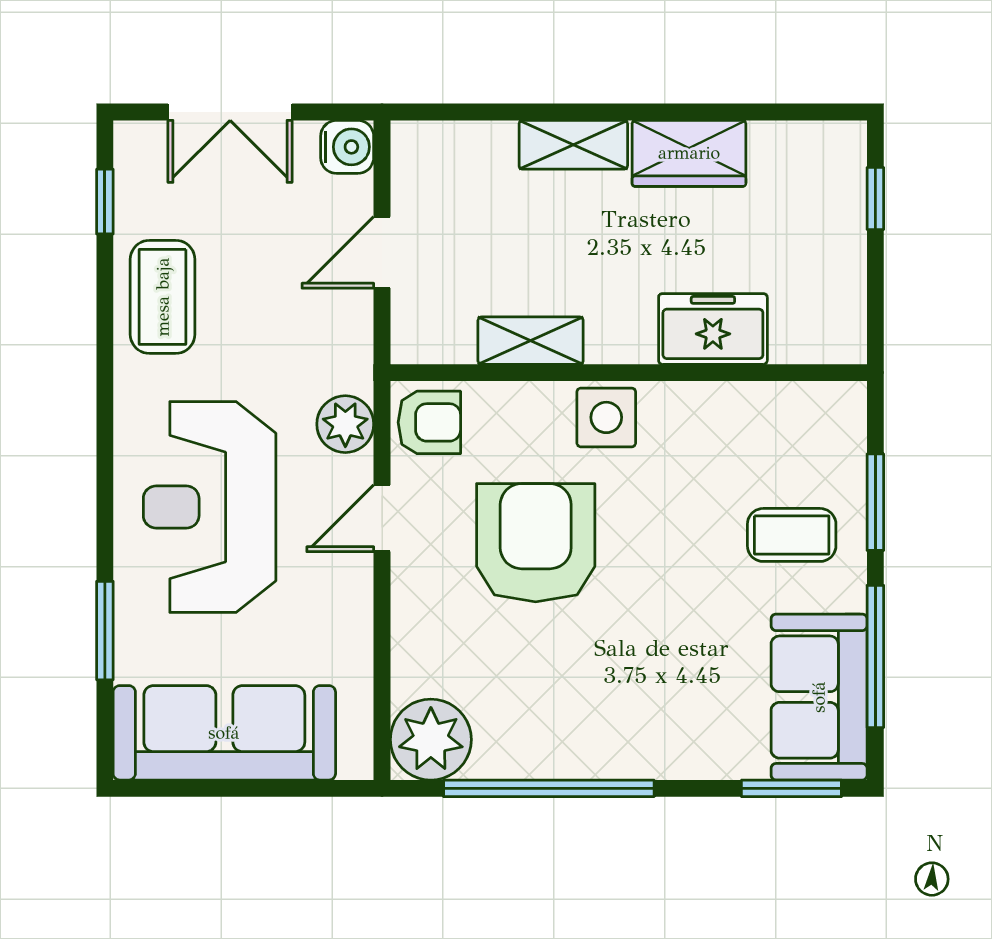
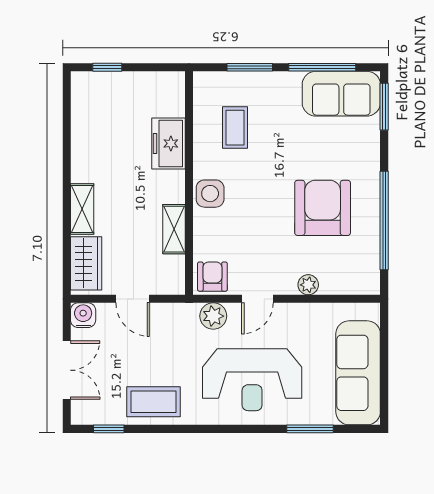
wardrobe: (689, 153) -> (86, 263), moved
door: (382, 518) -> (257, 299), hinge flipped
coffee table: (792, 535) -> (235, 128), moved
armchair: (536, 543) -> (323, 208), moved, turned 90
plant: (431, 740) -> (308, 285), moved, width x0.53, depth x0.53

